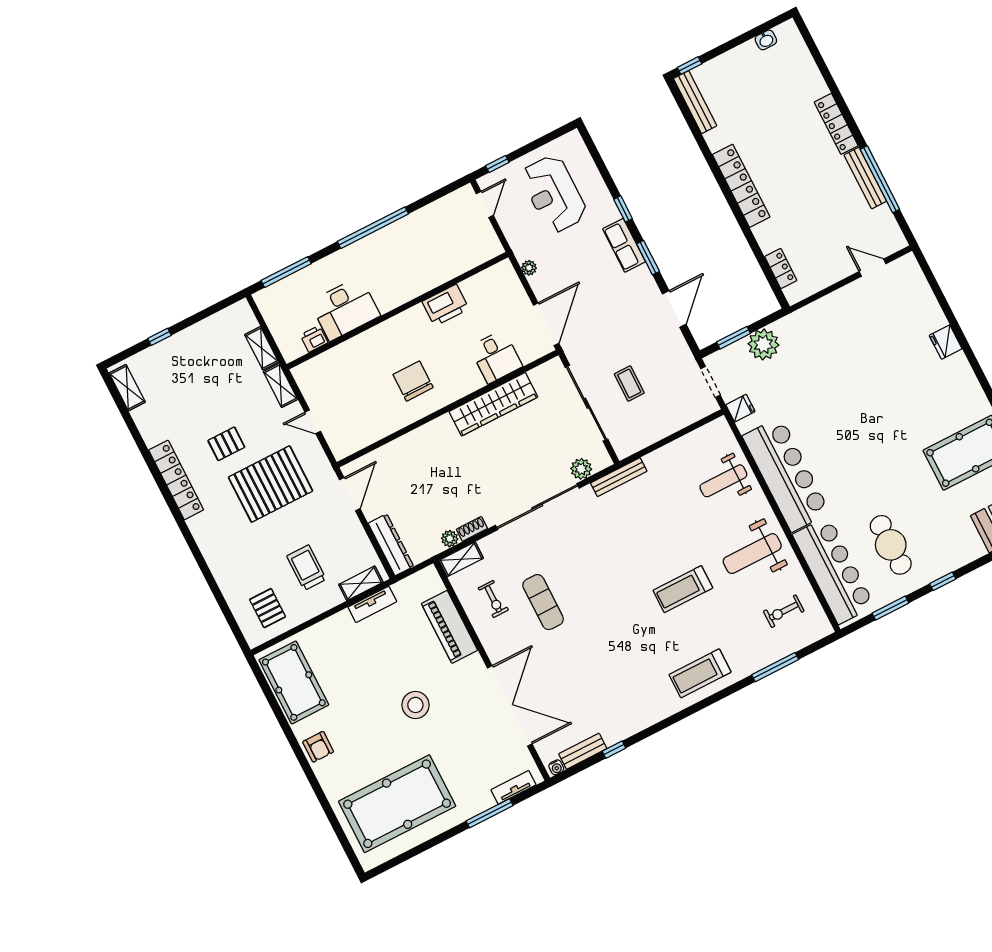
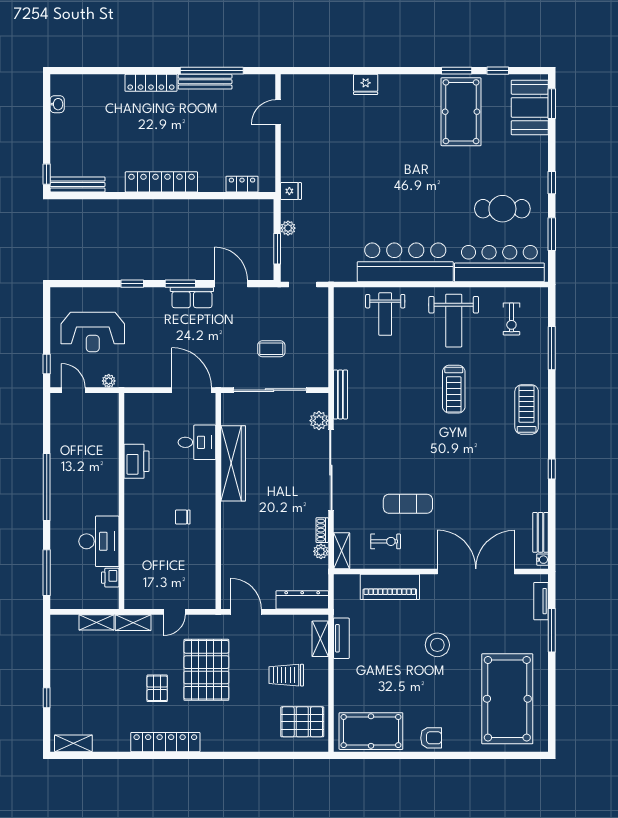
row of seats: (624, 245) -> (192, 297), moved
plant: (529, 268) -> (109, 381), moved
plant: (763, 344) -> (288, 228), width x0.53, depth x0.53
chair: (413, 381) -> (183, 517), width x0.54, depth x0.54
fridge: (740, 408) -> (291, 191), moved, turned 90
pallet: (268, 608) -> (302, 722), width x1.50, depth x1.42
treadmill: (700, 673) -> (527, 409), turned 180
window: (614, 750) -> (552, 469), moved

